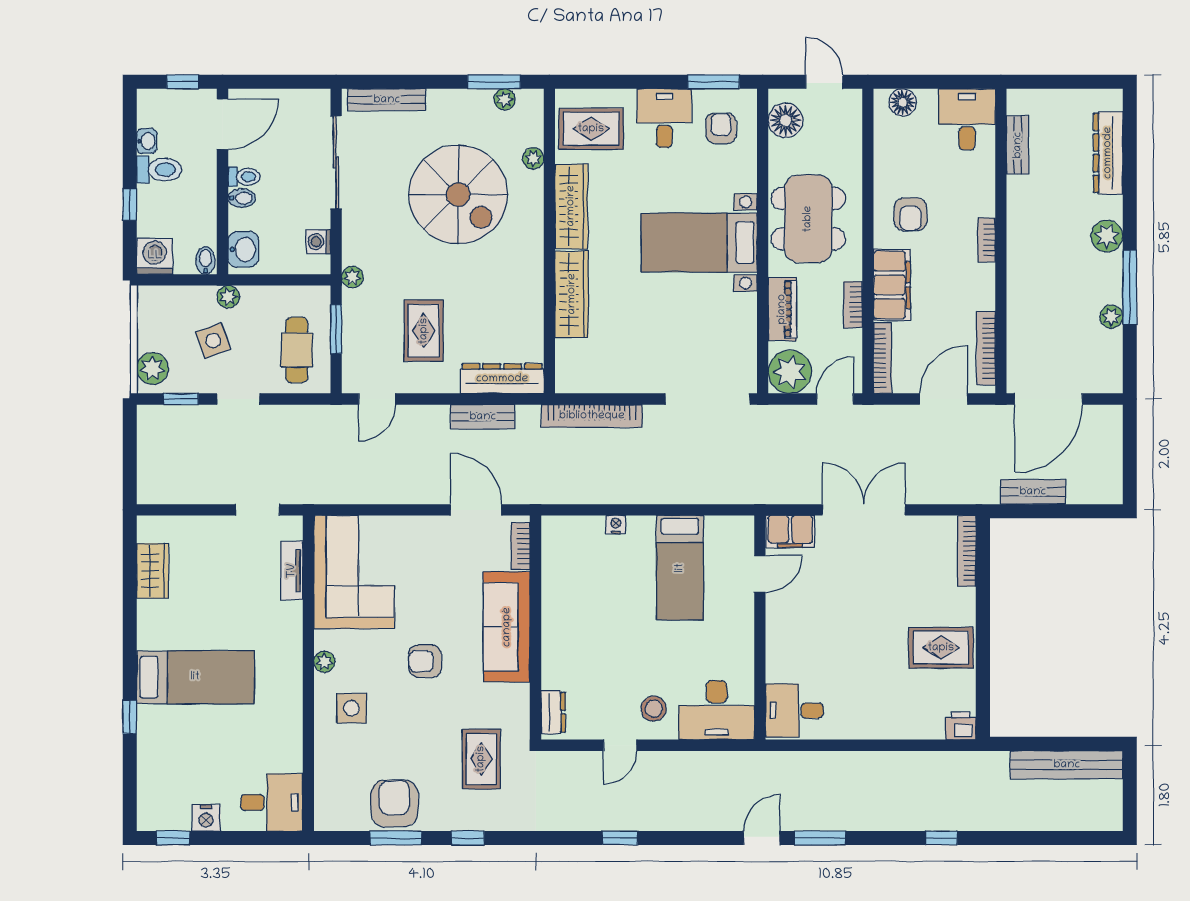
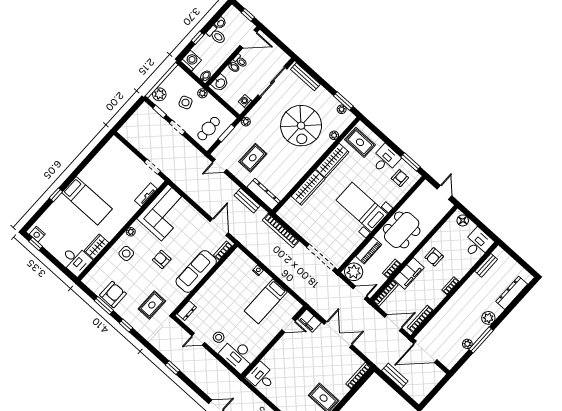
floor lamp: (785, 120) -> (422, 194), removed
wardrobe: (153, 571) -> (96, 247), moved, turned 180
nightstand: (206, 818) -> (37, 234), moved

